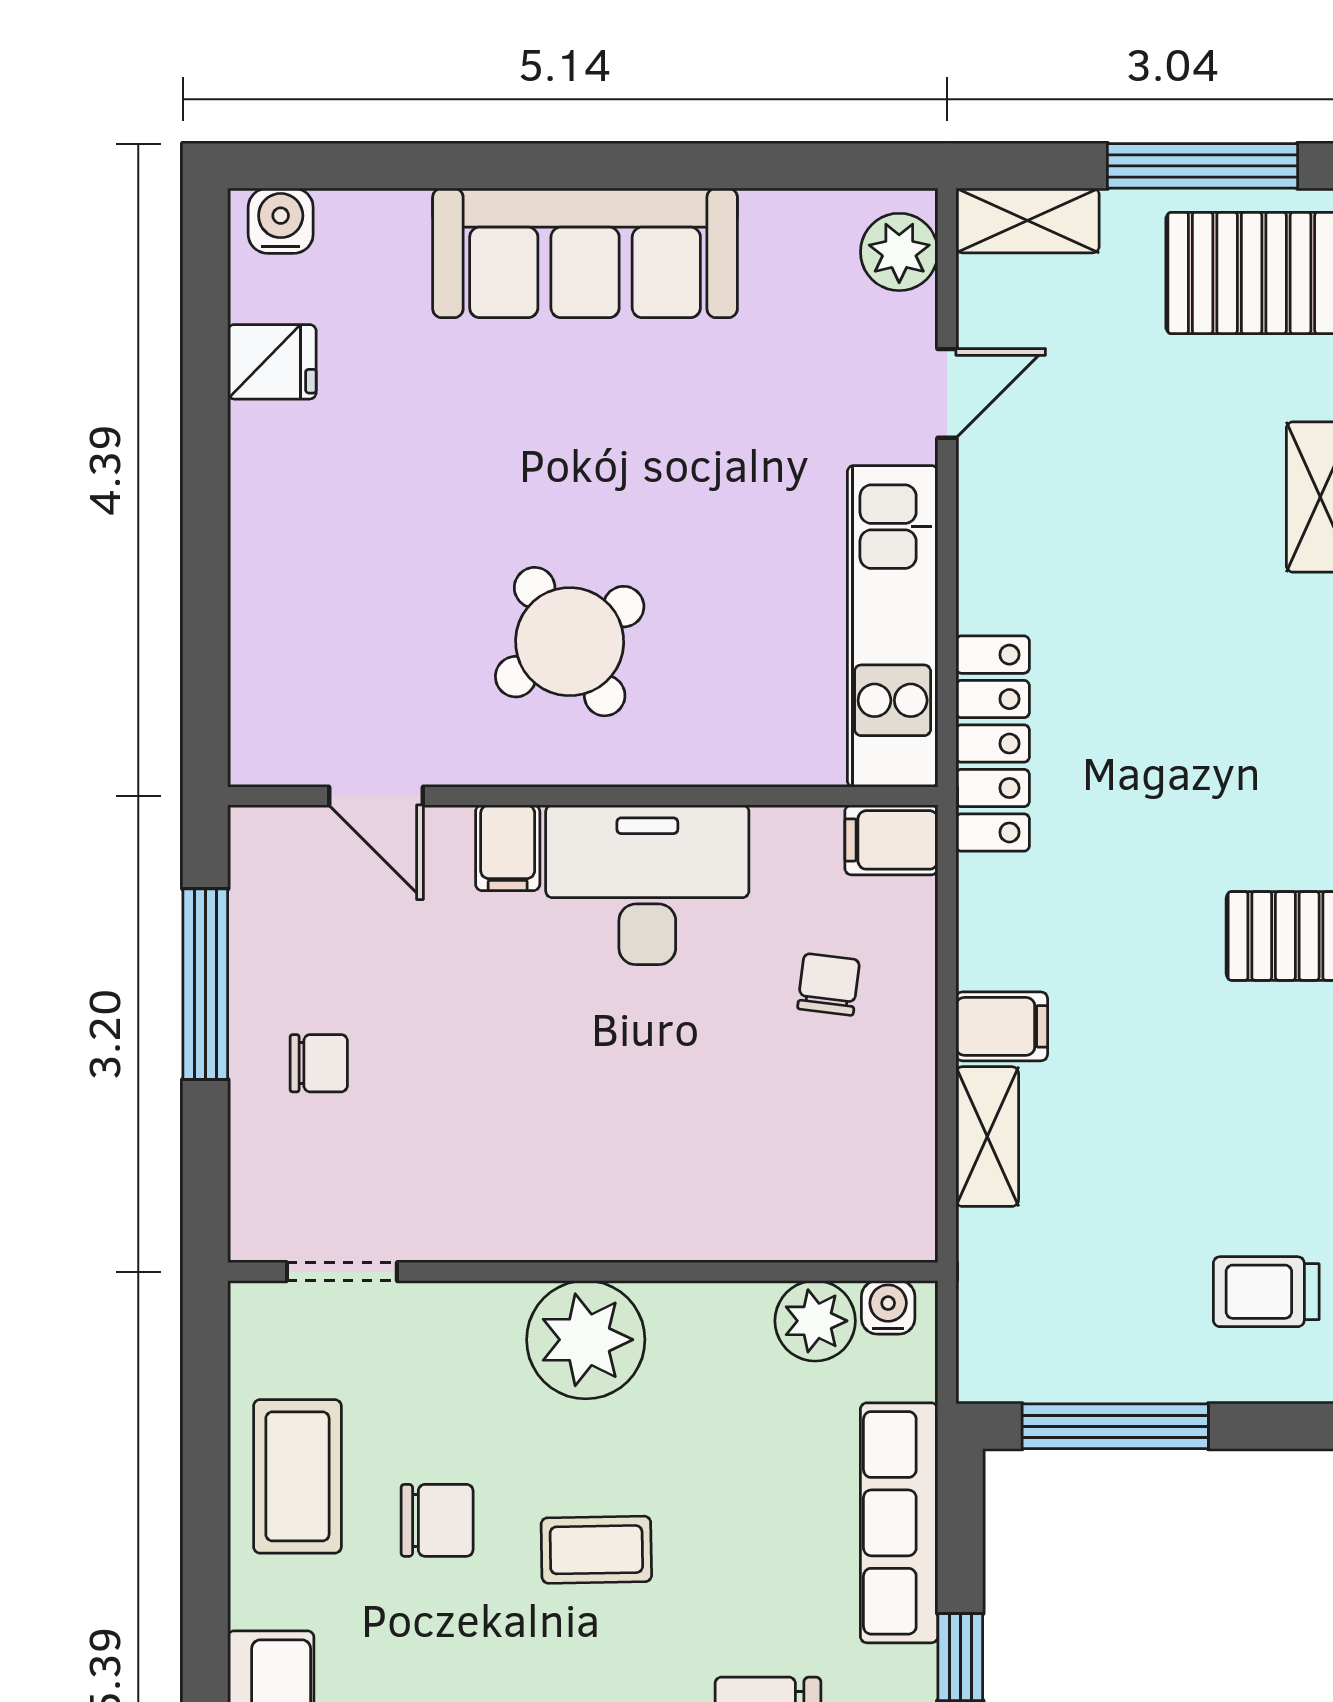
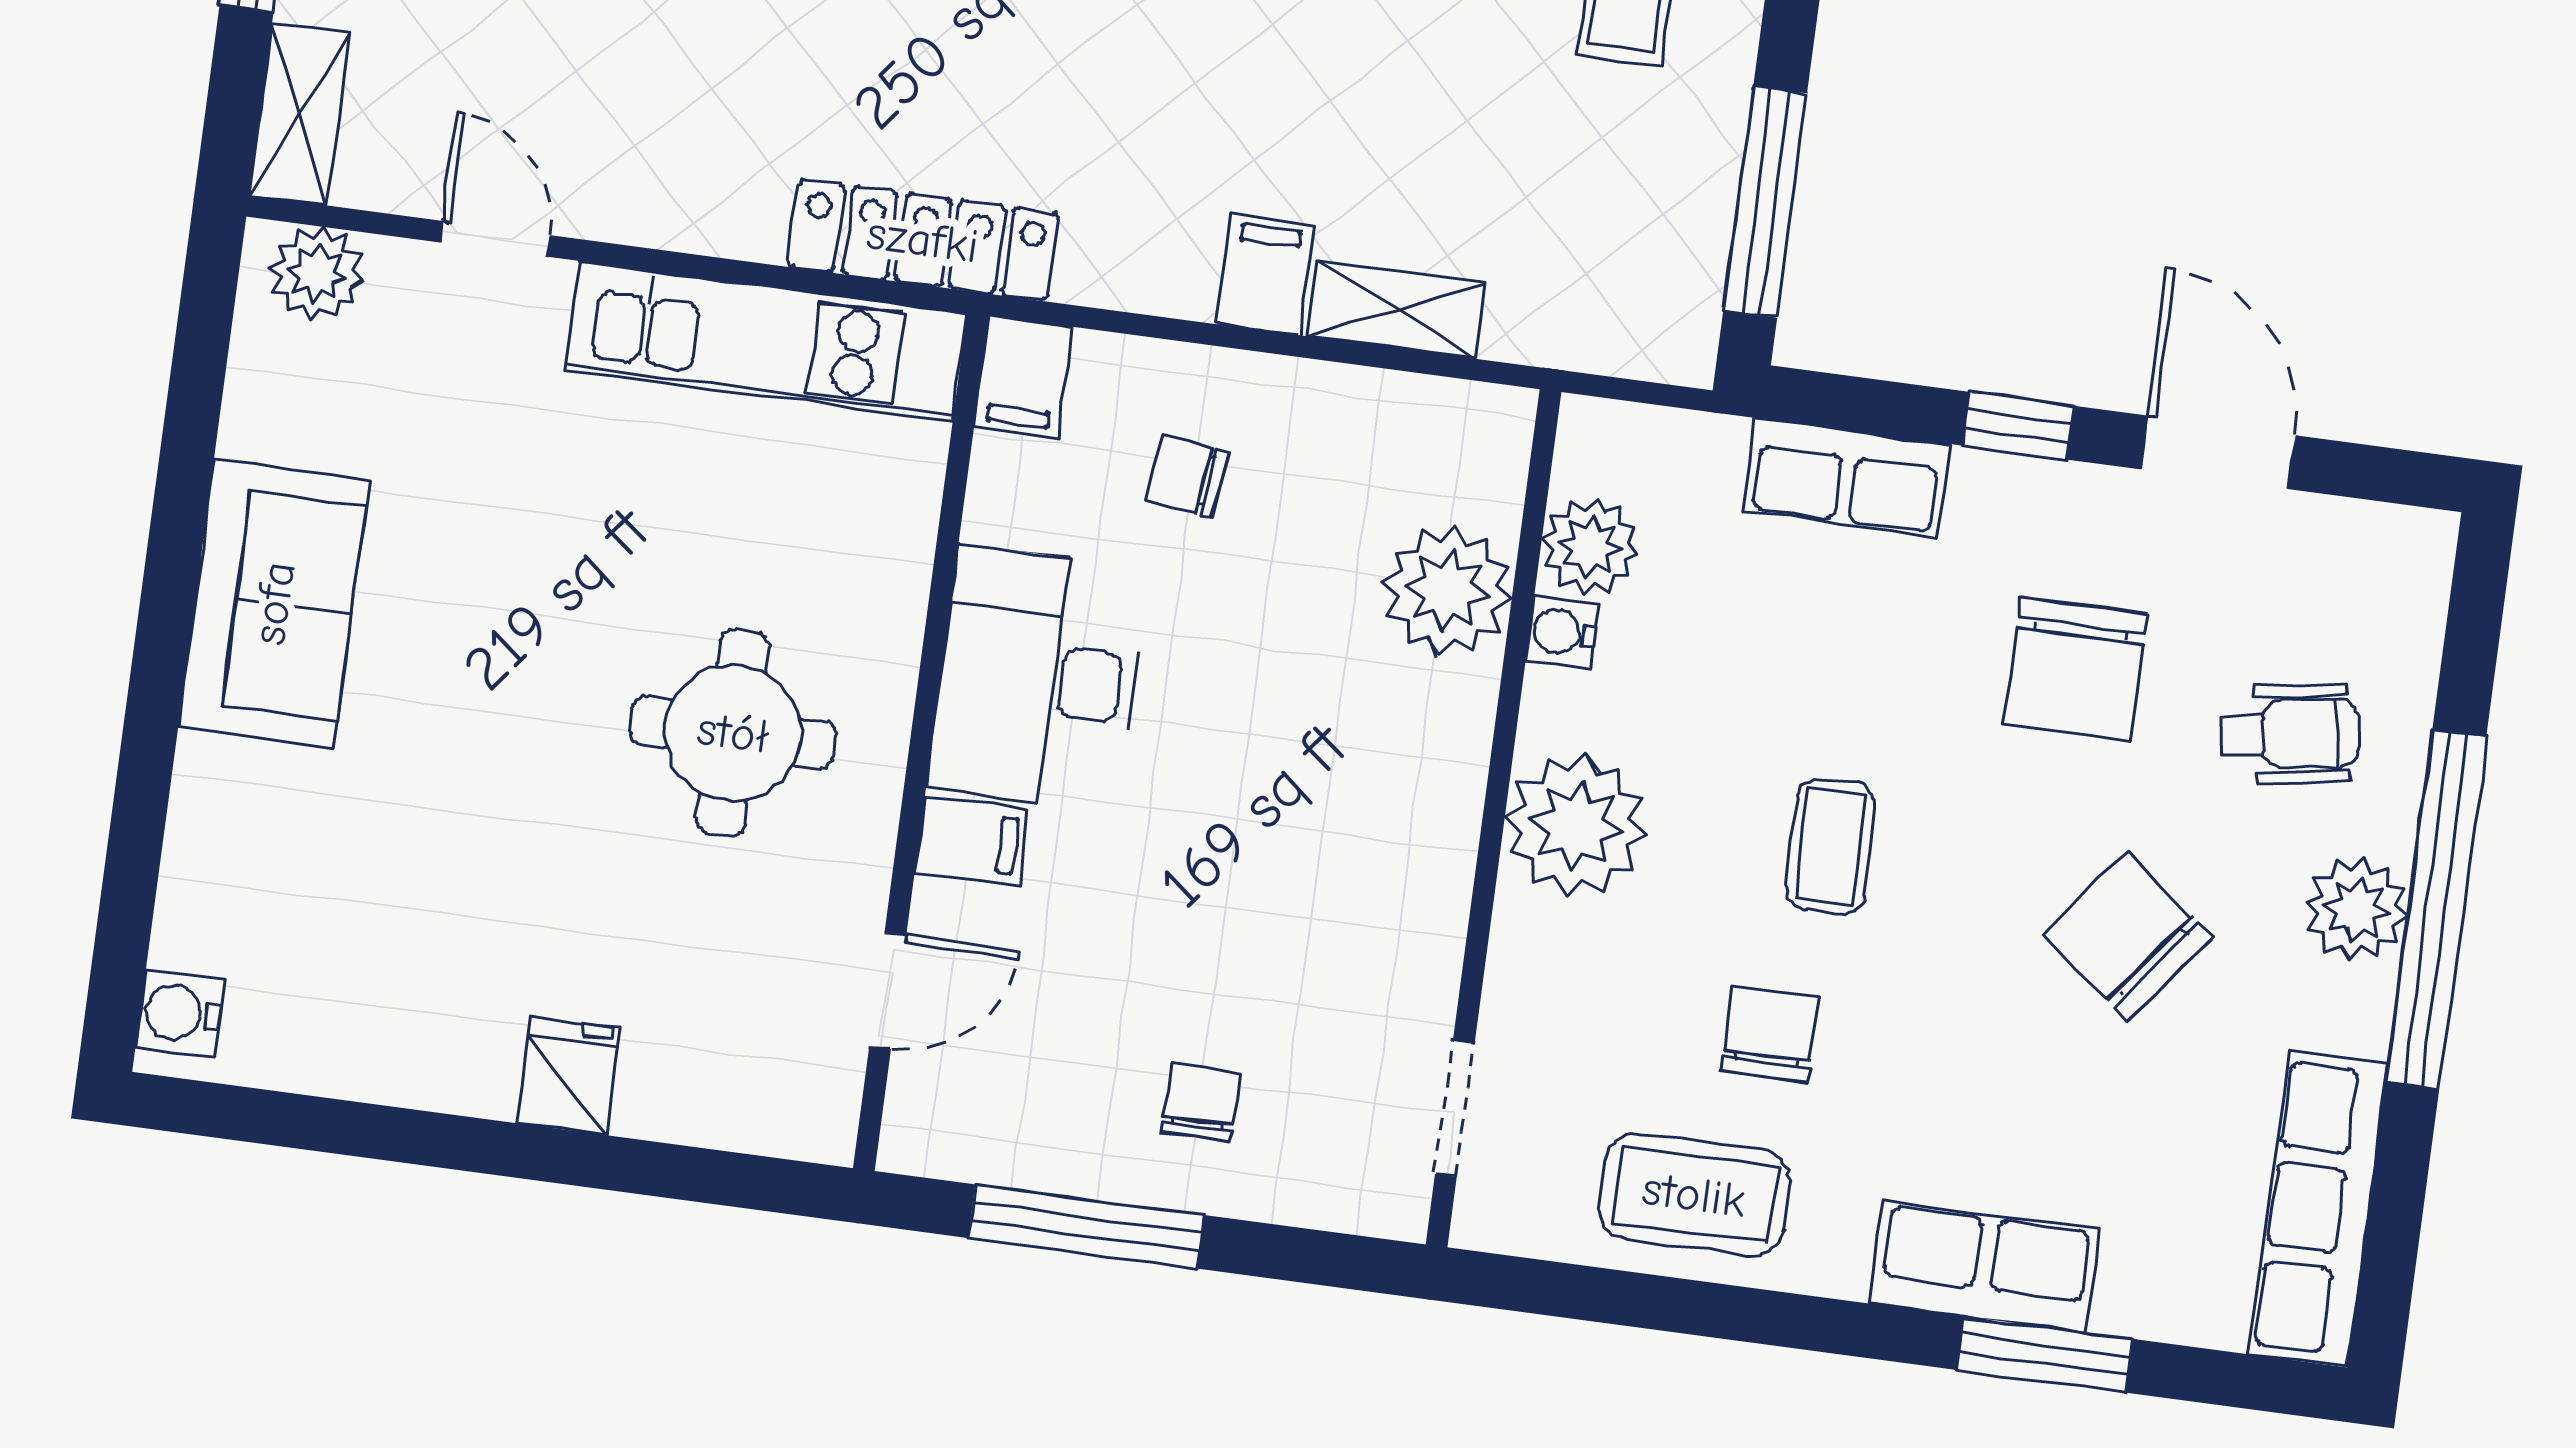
sofa: (585, 253) -> (274, 603), width x0.73
fridge: (272, 362) -> (568, 1076), moved
round table: (570, 642) -> (733, 733), turned 33
plant: (763, 1209) -> (1447, 591), added
water cooler: (888, 1307) -> (1562, 632), moved
row of seats: (899, 1523) -> (1847, 478), width x0.68

